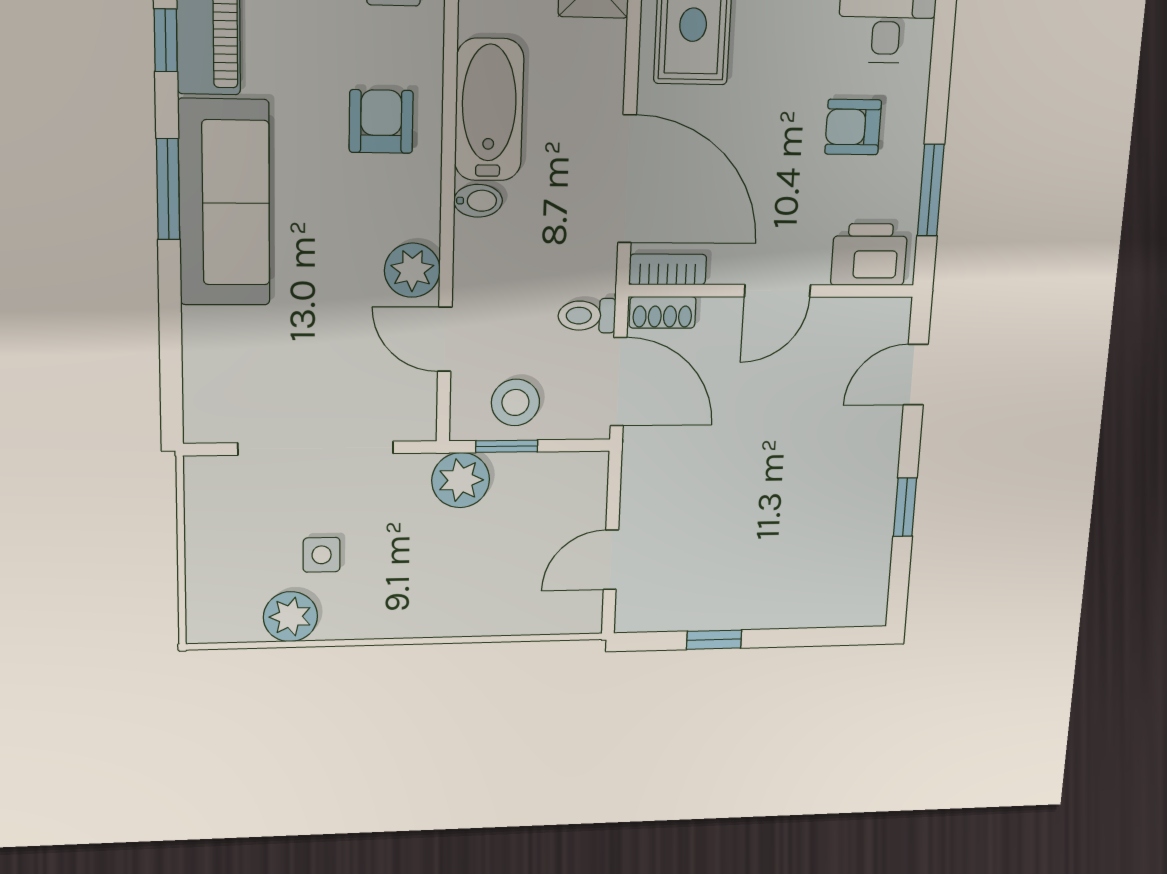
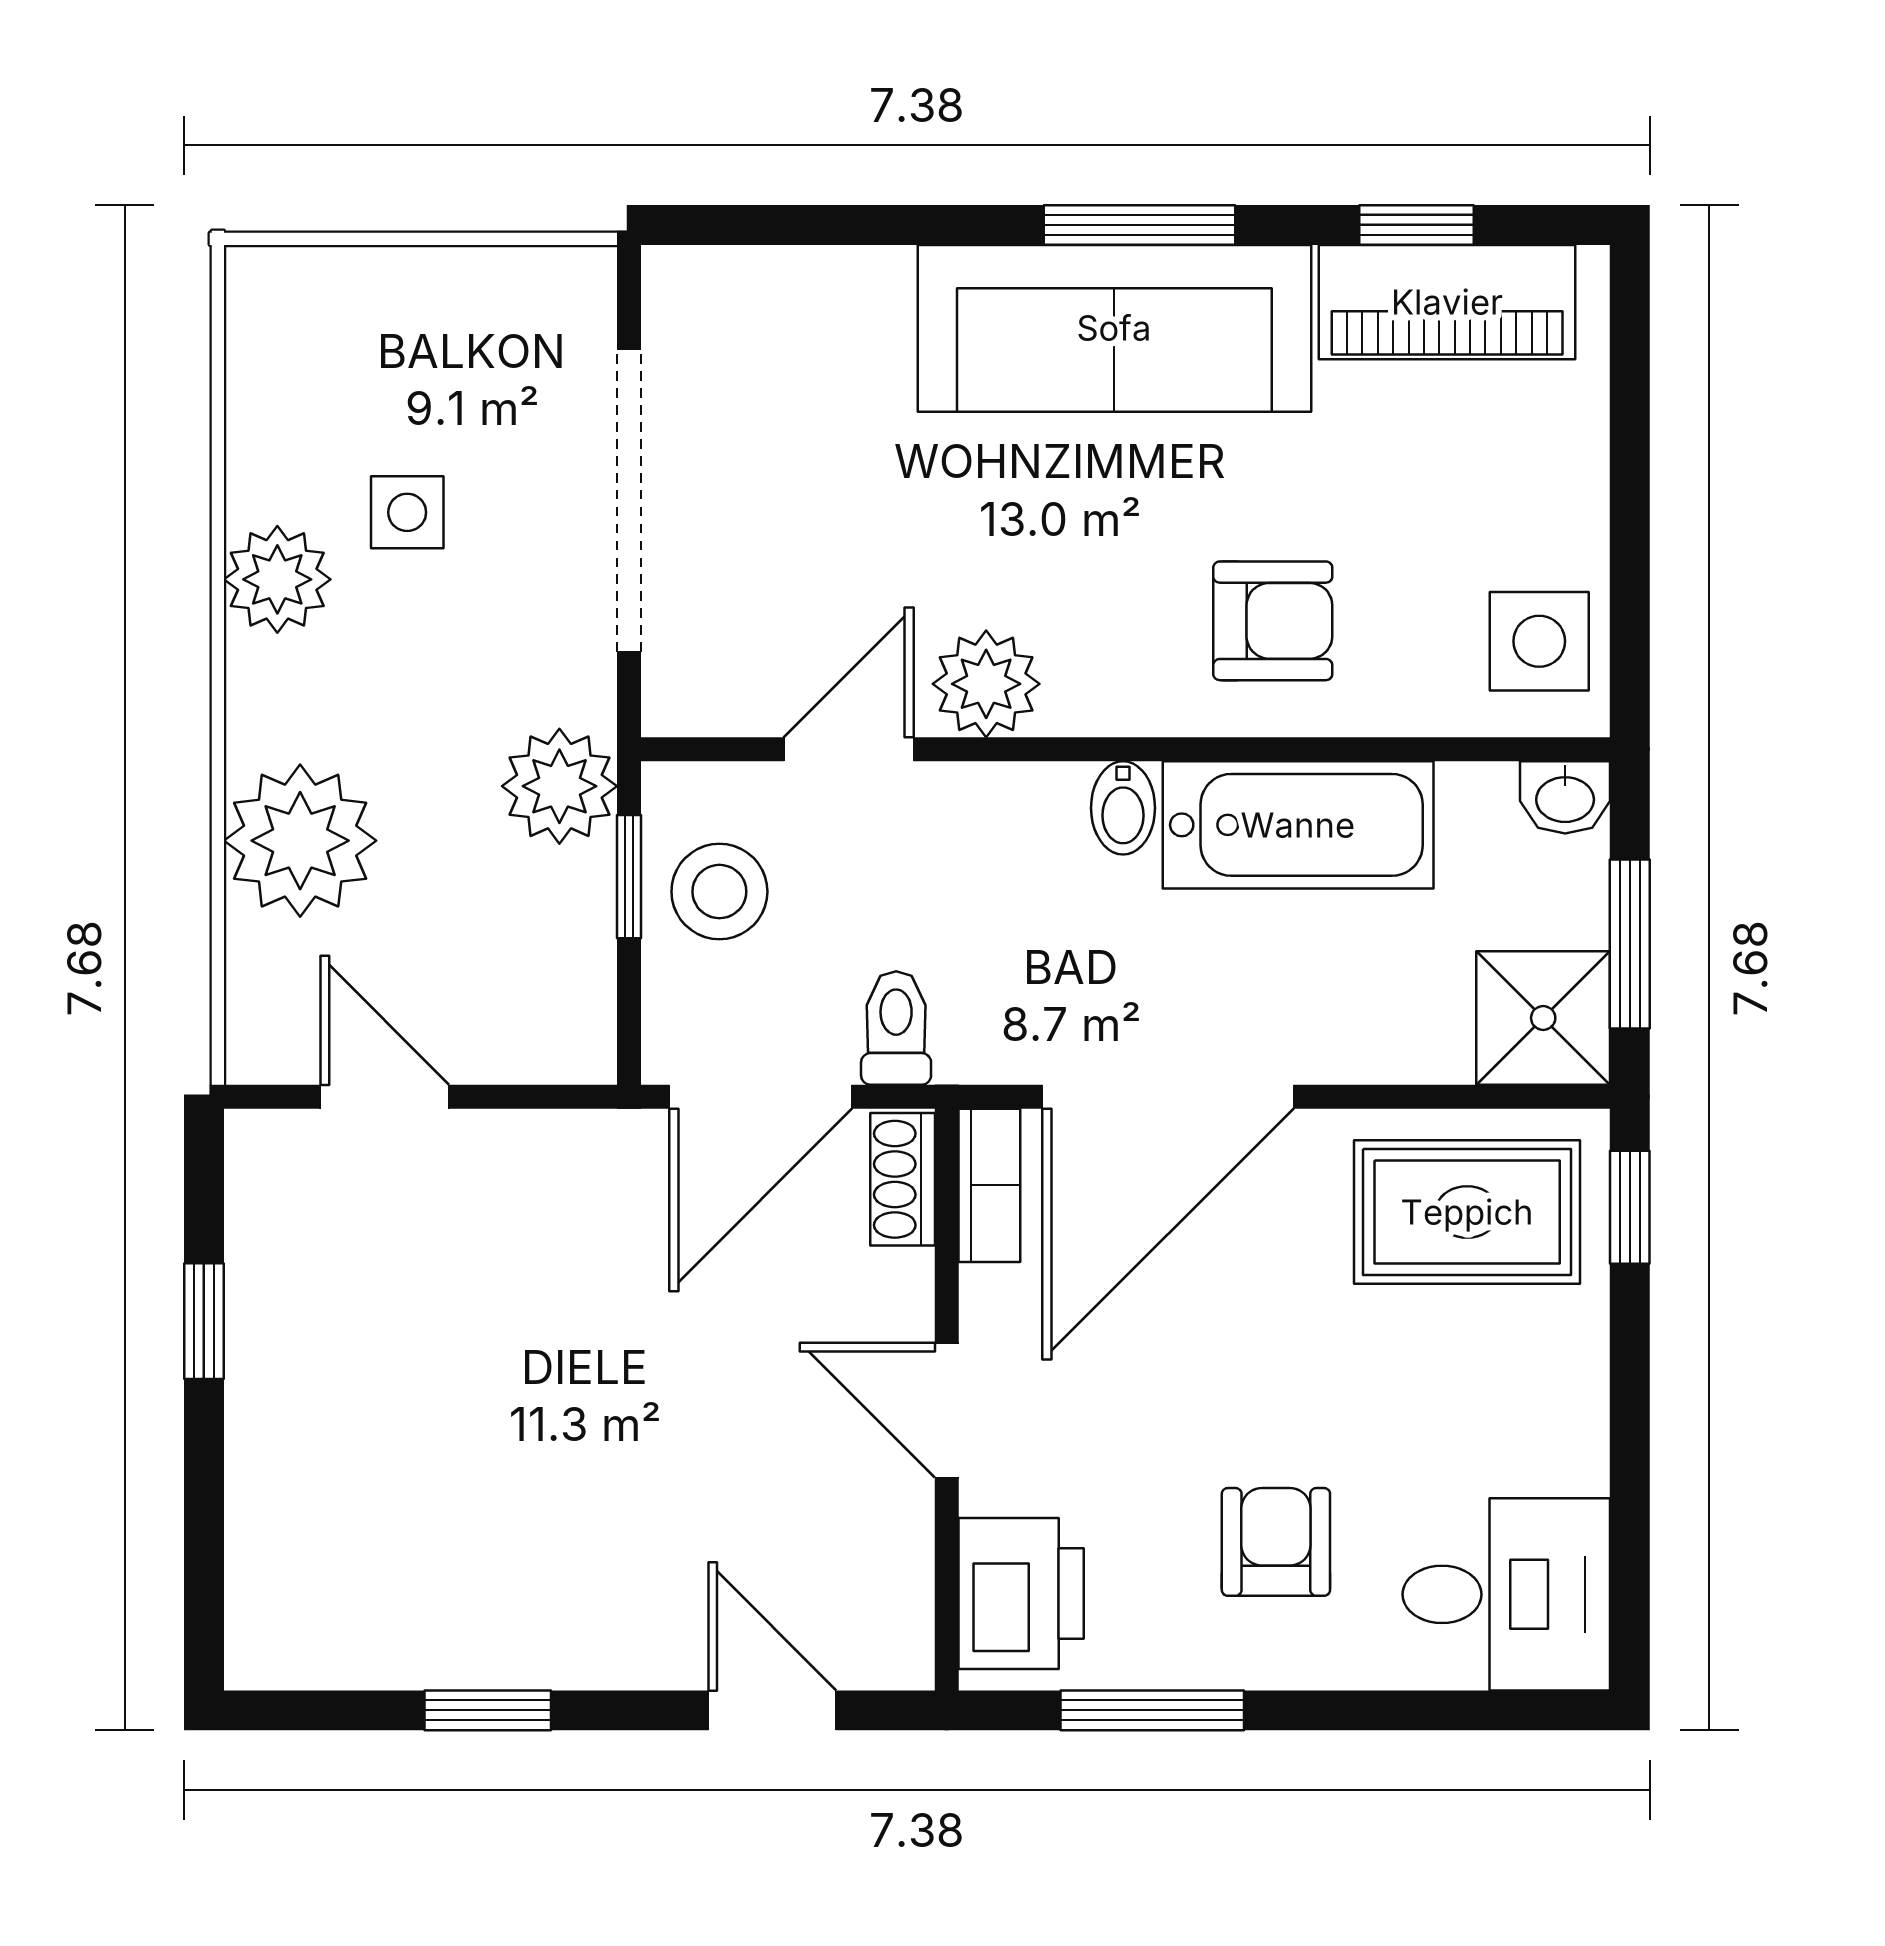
plant: (485, 602) -> (300, 841), added
plant: (290, 617) -> (277, 579), moved

